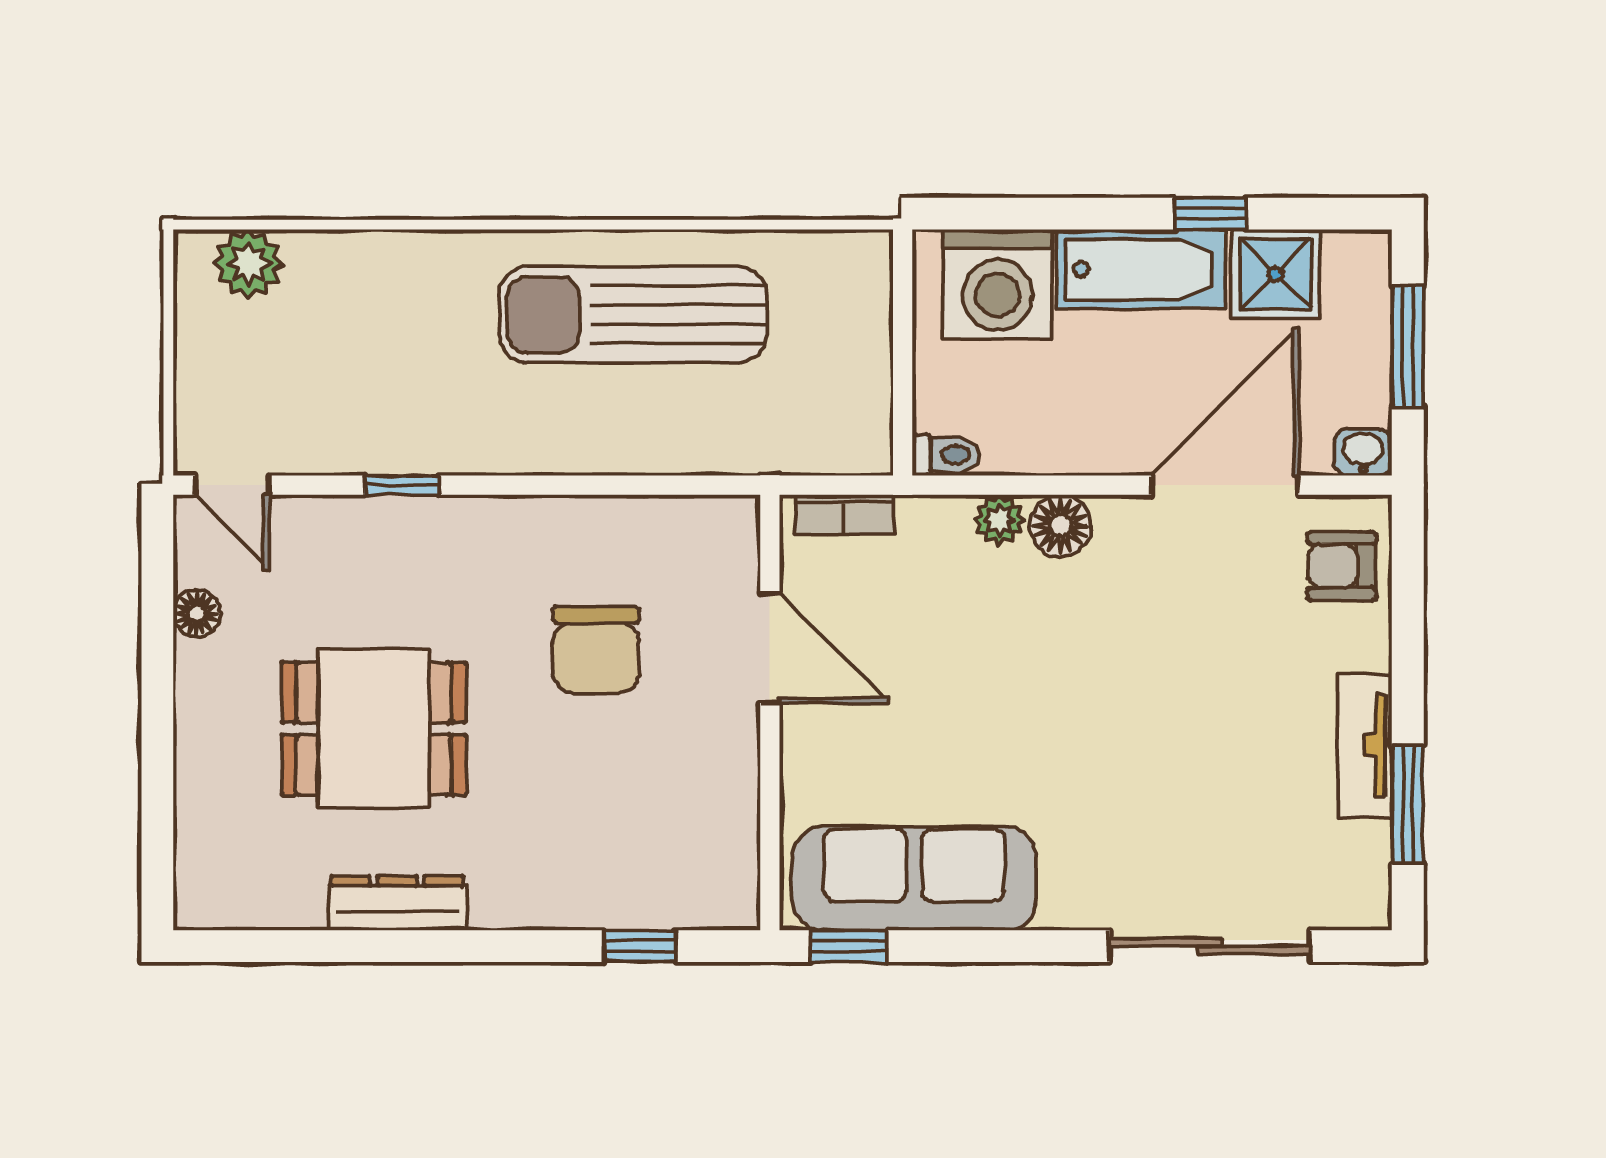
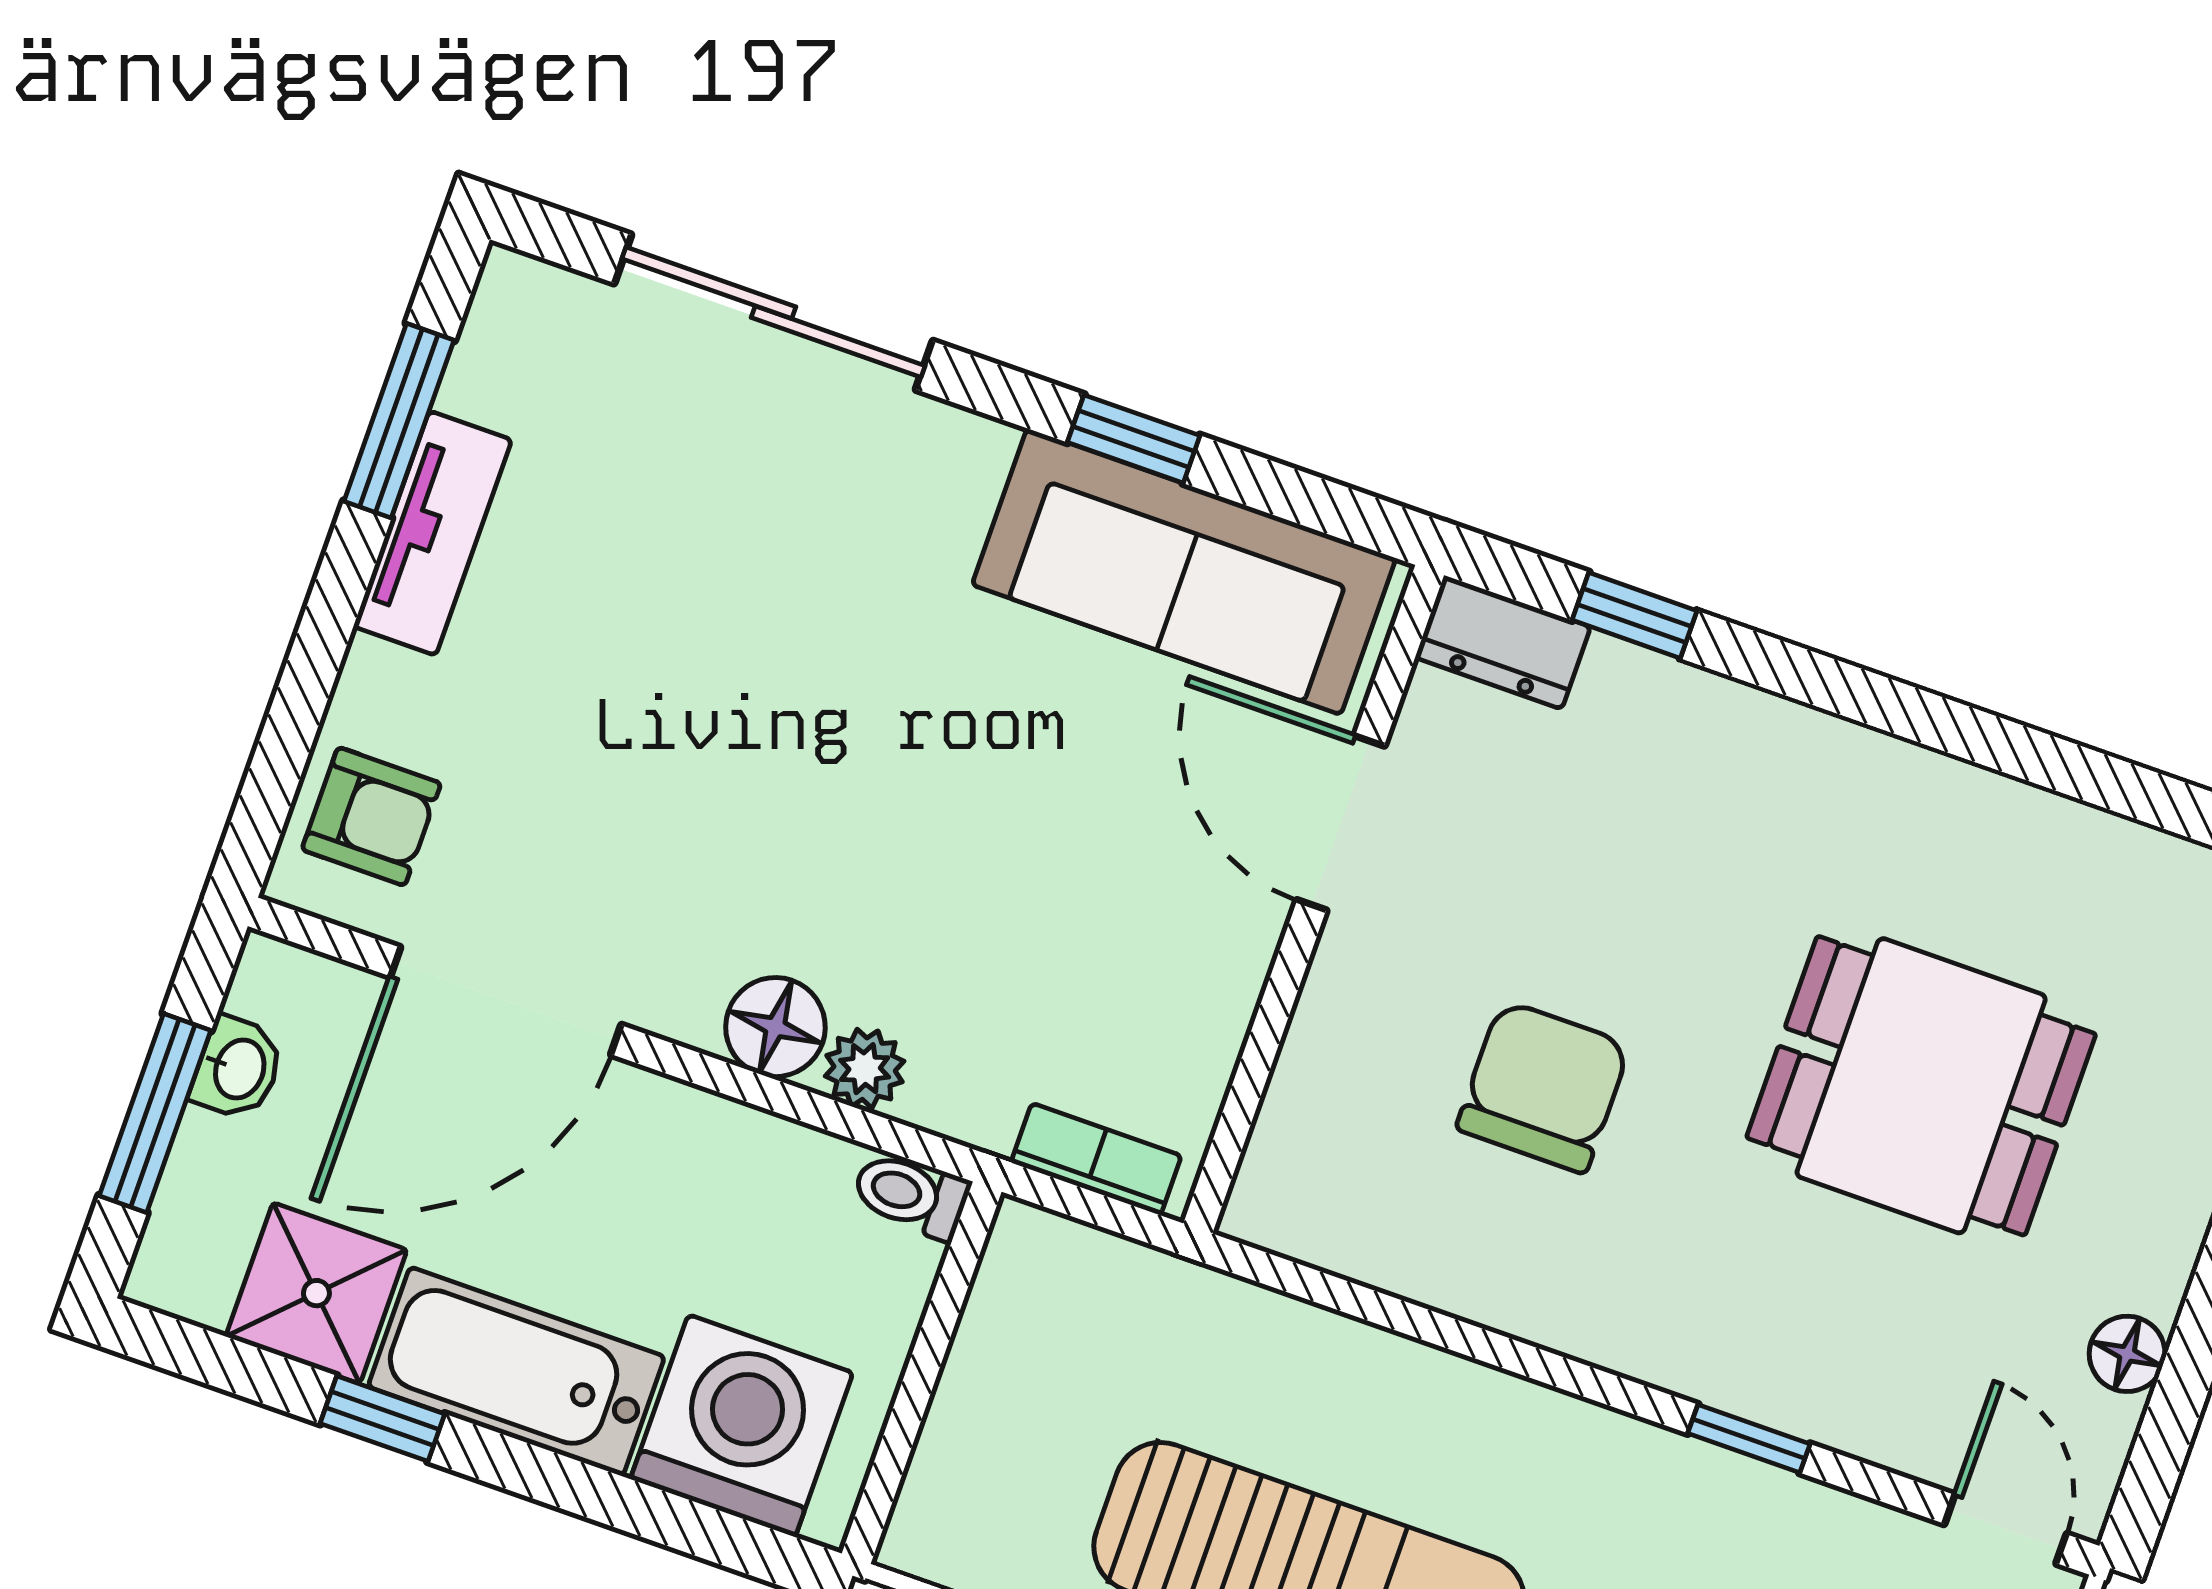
washbasin: (1363, 452) -> (238, 1068), moved, turned -90
door: (770, 648) -> (1341, 823), moved
dresser: (397, 903) -> (1503, 642), moved, width x0.70
window: (849, 946) -> (1134, 439), moved

